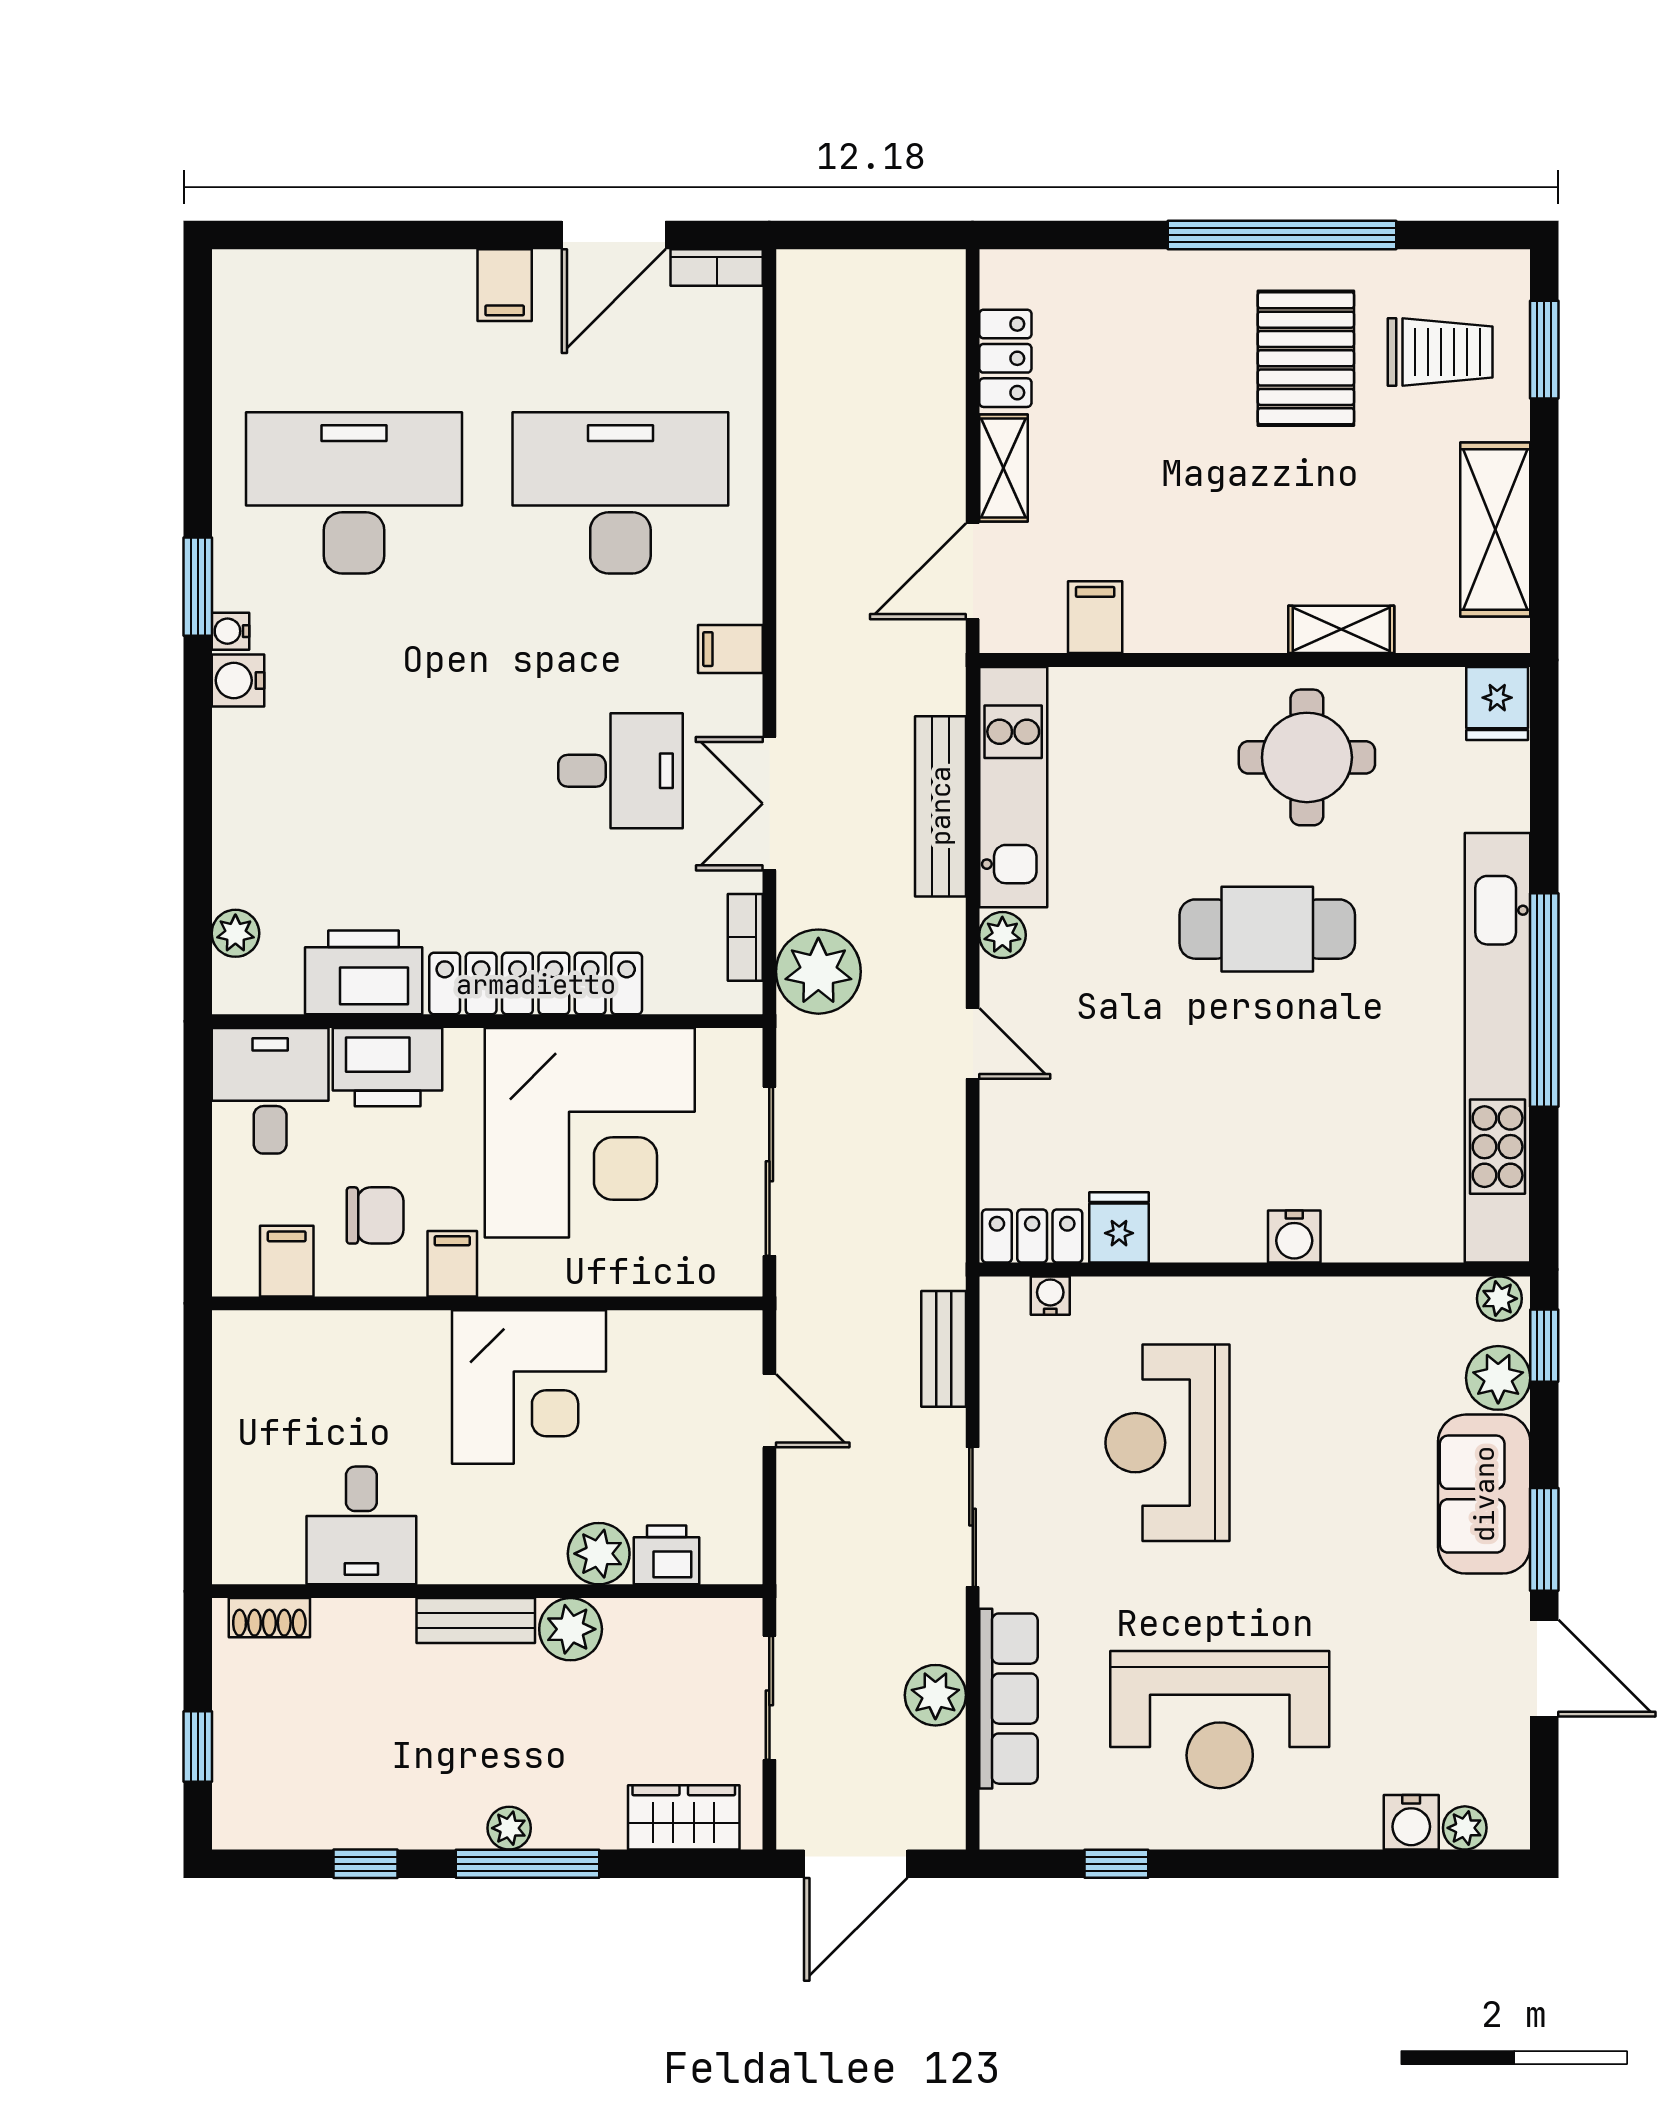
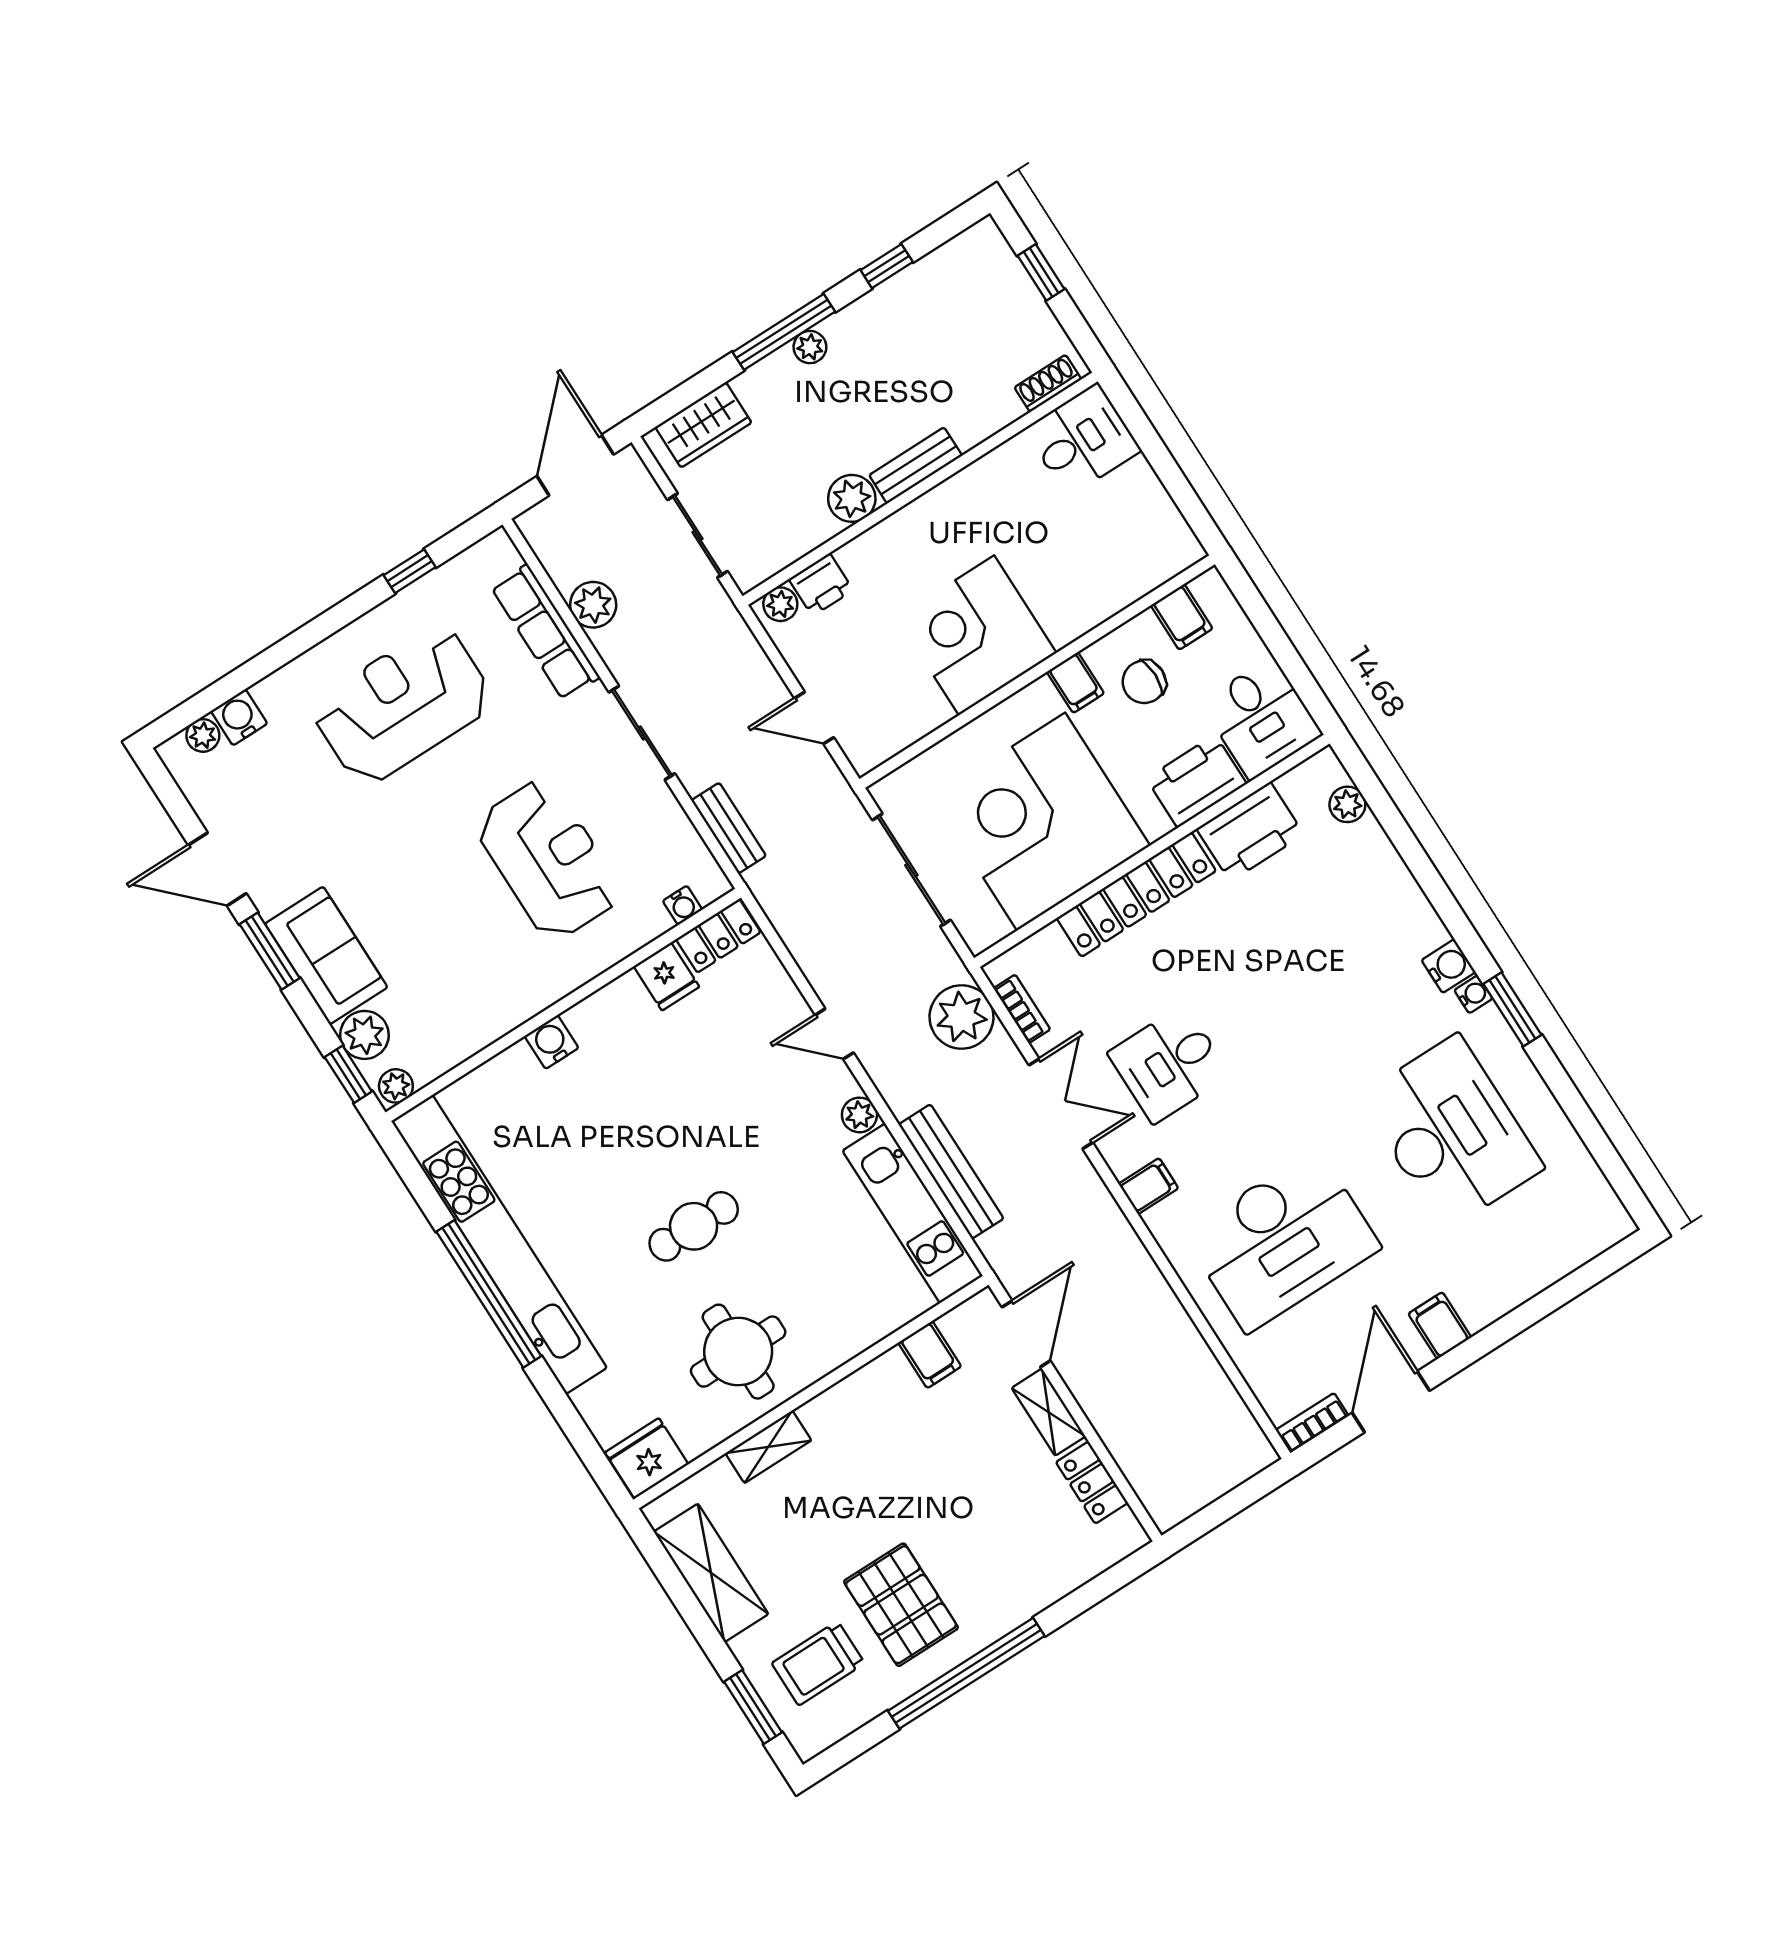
desk: (354, 493) -> (1451, 1132), turned -90
fridge: (1497, 703) -> (647, 1458), width x1.38
cafe table: (1267, 929) -> (694, 1226), width x0.73, depth x0.74
desk: (361, 1525) -> (1083, 440), moved, turned 90
plant: (599, 1554) -> (780, 604), moved, width x0.73, depth x0.73

